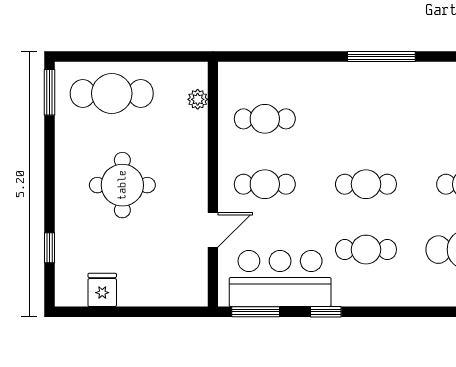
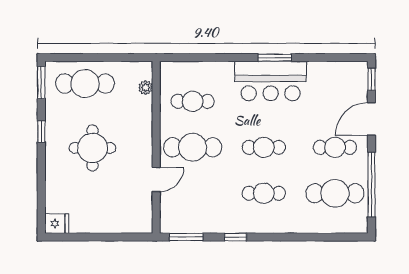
window: (381, 57) -> (275, 58), width x0.69
cafe table: (265, 184) -> (193, 147), width x1.37, depth x1.35
window: (50, 248) -> (41, 132), moved
bar counter: (280, 278) -> (271, 81), moved, turned 180
fridge: (102, 290) -> (57, 224), moved, turned 90

